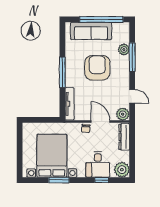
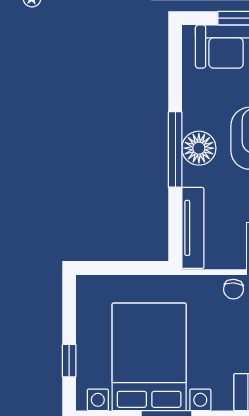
floor lamp: (72, 72) -> (199, 148), added
window: (20, 157) -> (69, 361), added

